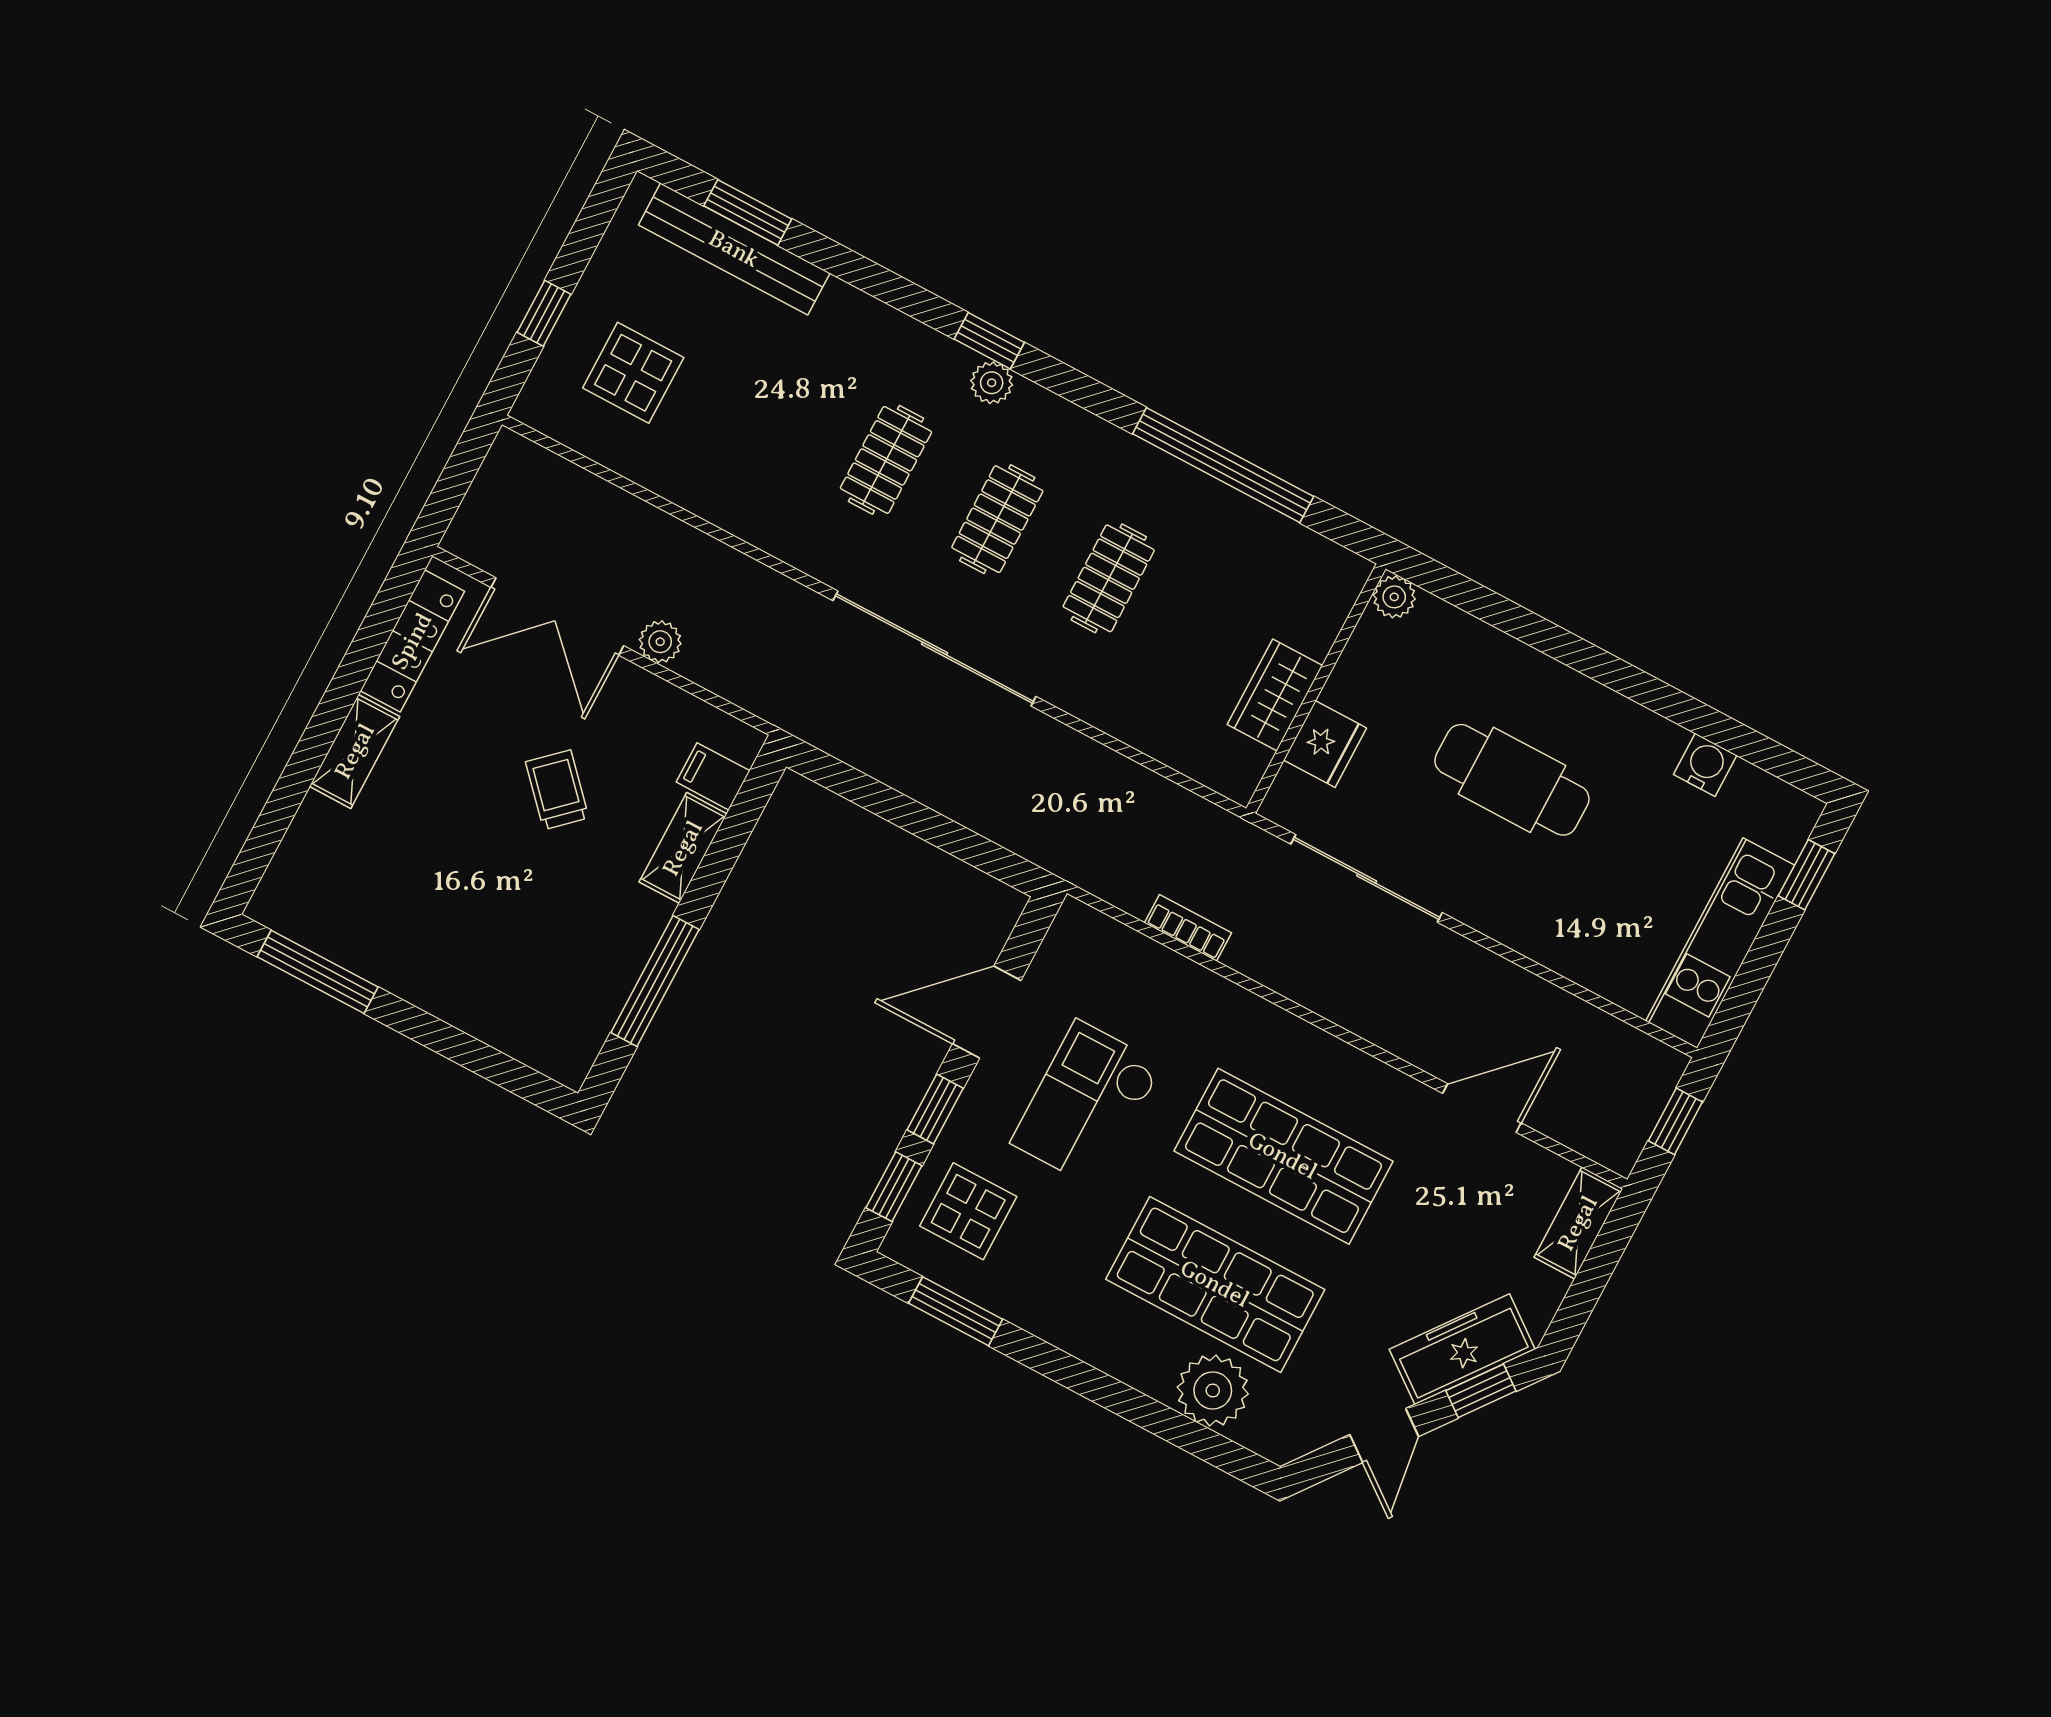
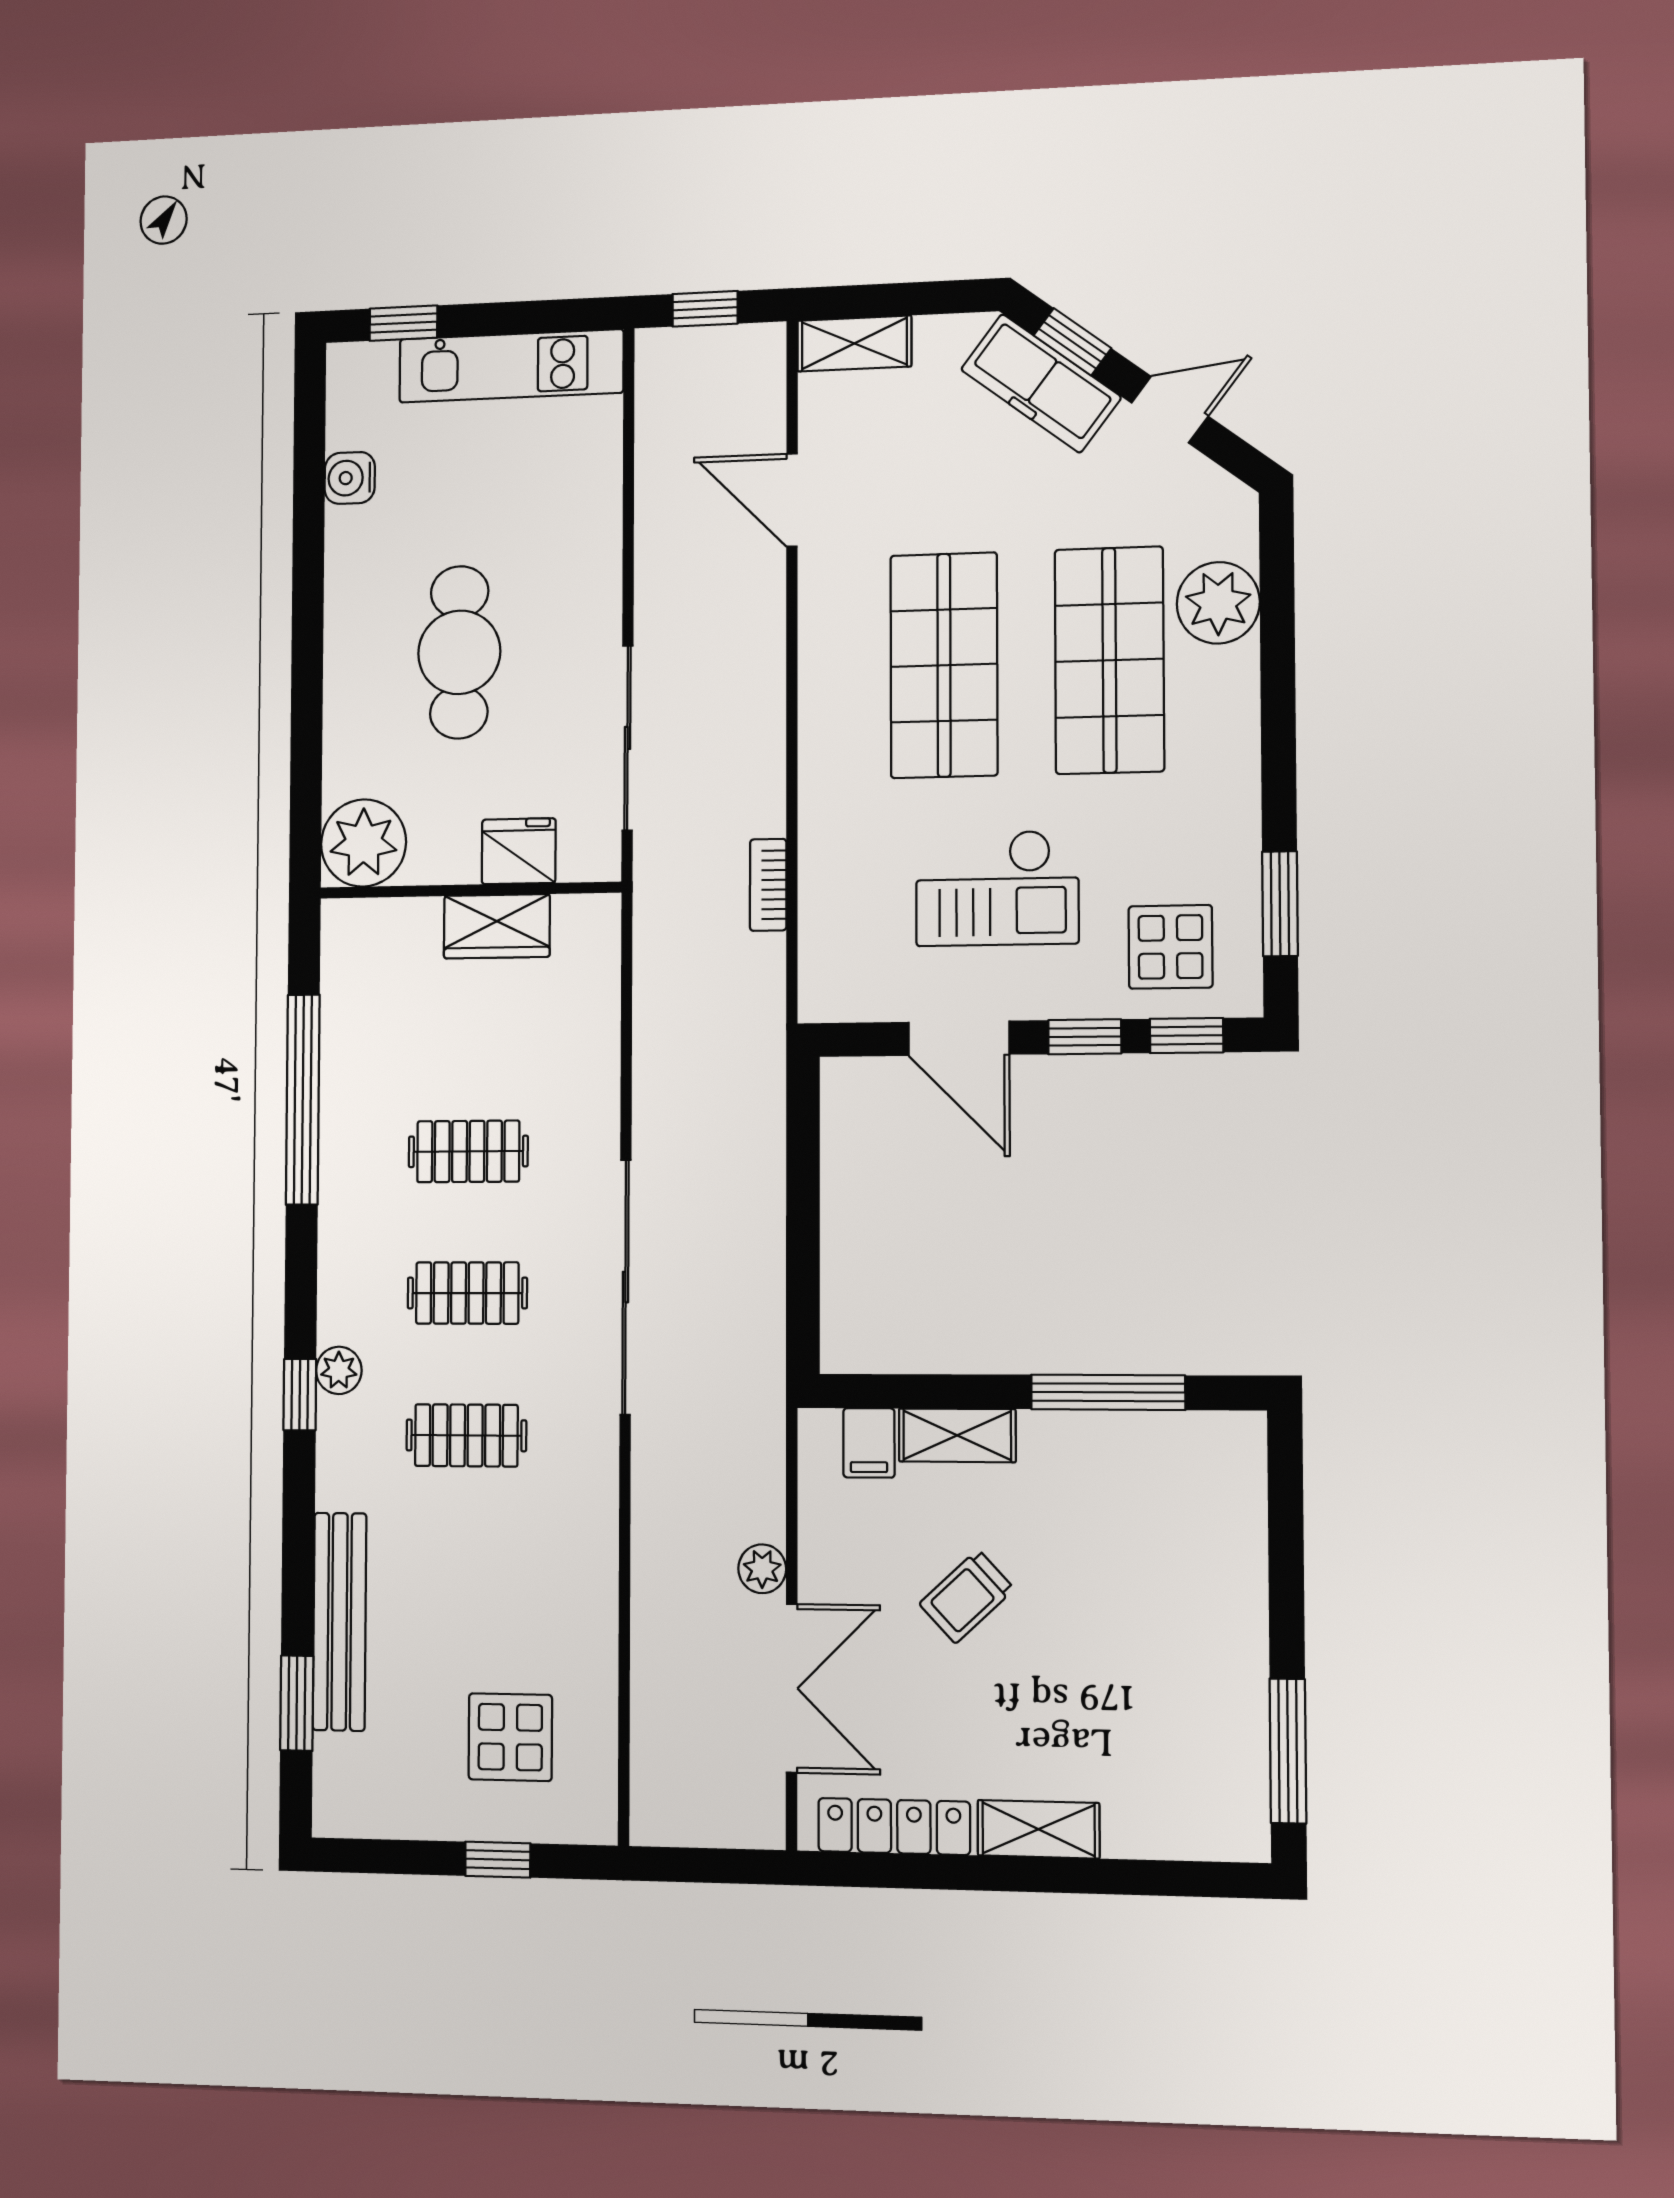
bench: (734, 249) -> (340, 1622), moved
plant: (1394, 597) -> (364, 843), width x1.88, depth x1.88

